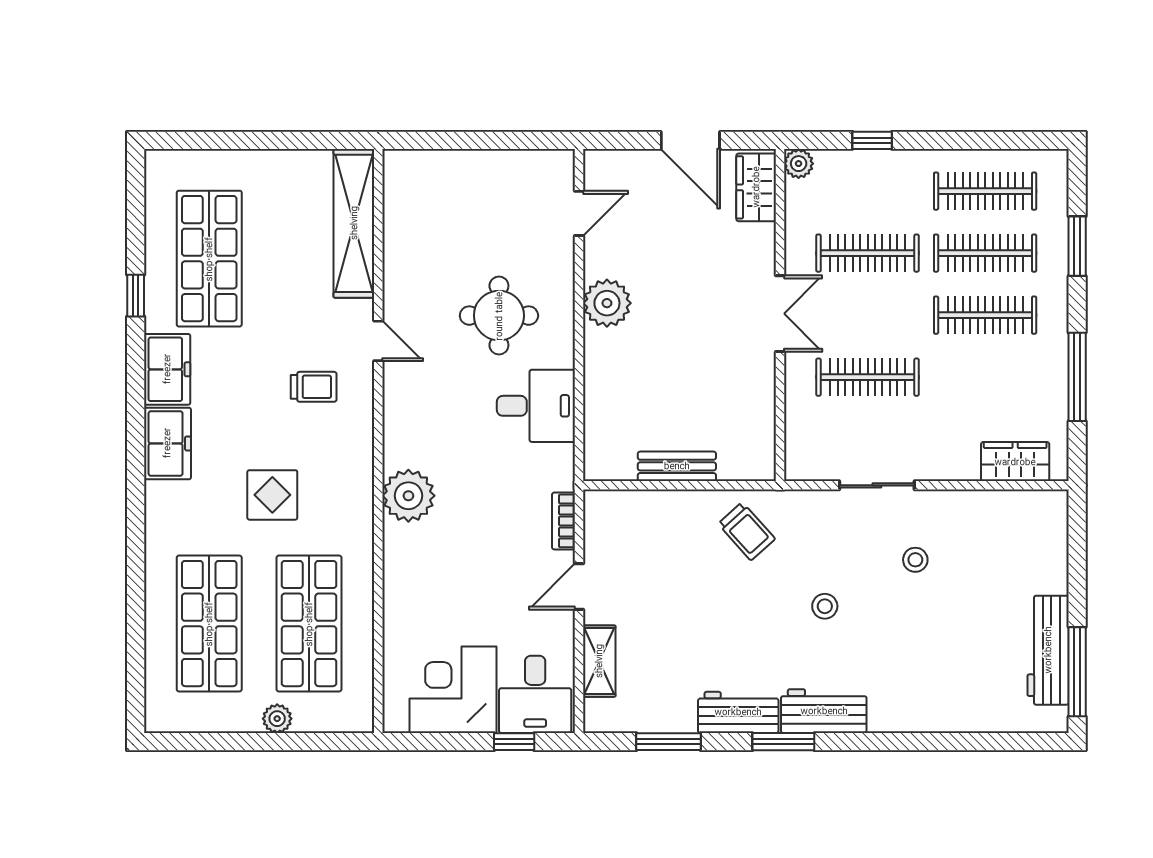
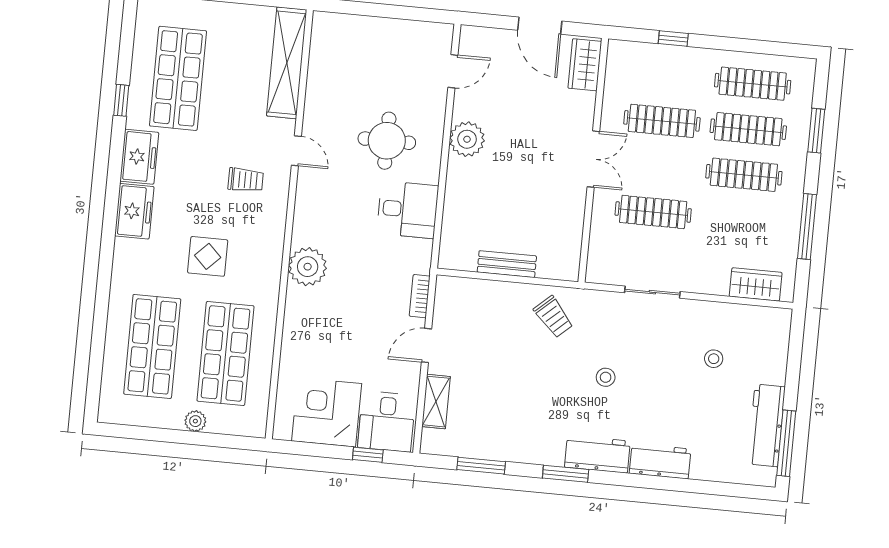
plant: (799, 164) -> (618, 50), removed
stool: (915, 560) -> (714, 359), moved
workbench: (738, 712) -> (660, 461), moved

